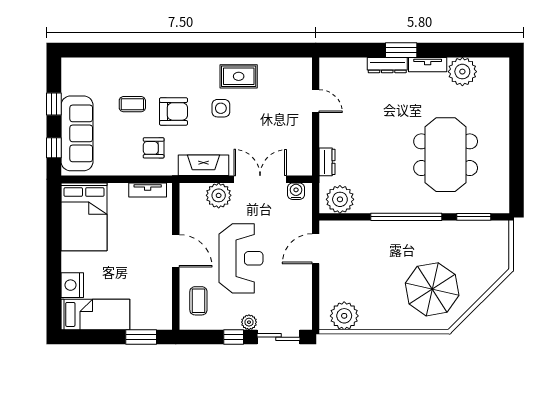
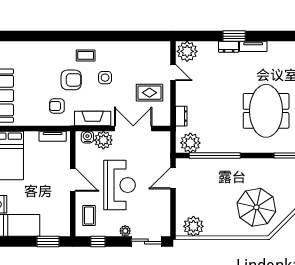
dresser: (387, 65) -> (229, 47), width x0.70
plant: (462, 72) -> (187, 51), moved
rug: (239, 76) -> (149, 93), moved
coffee table: (132, 104) -> (86, 55), moved
water cooler: (296, 191) -> (87, 137), moved
window: (406, 217) -> (215, 155), moved
window: (234, 337) -> (98, 241), moved

